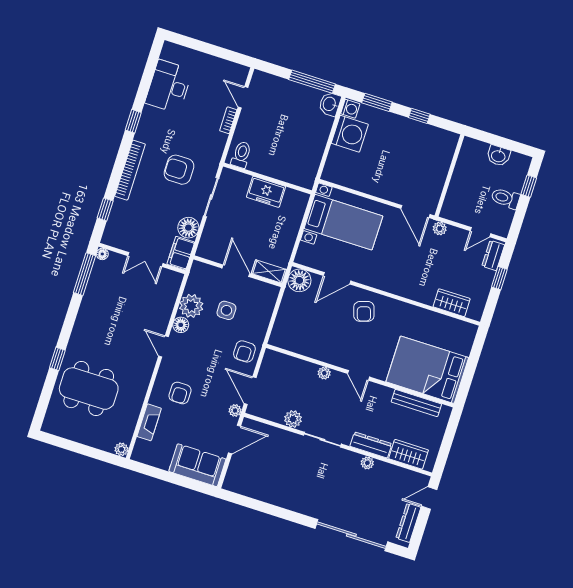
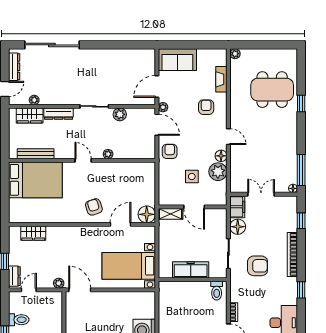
freezer: (266, 192) -> (191, 270), width x1.40
plant: (367, 463) -> (34, 100), moved

